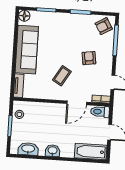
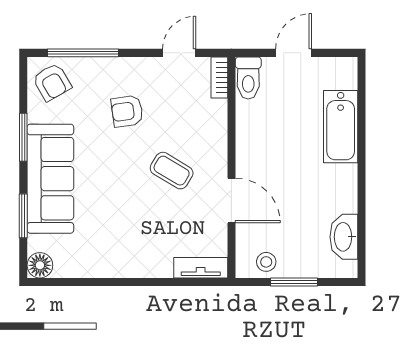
sofa: (27, 50) -> (50, 179), moved, turned 90
door: (77, 103) -> (231, 200), moved
washbasin: (53, 151) -> (344, 181), removed
bathtub: (91, 151) -> (341, 127), moved

